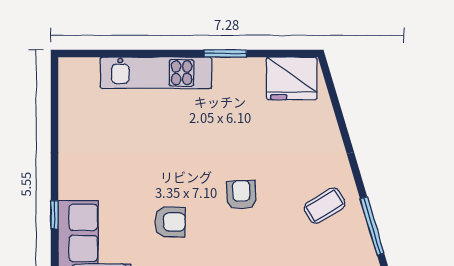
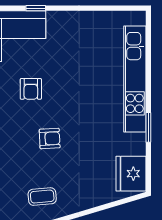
kitchen unit: (156, 73) -> (135, 79), width x1.36
coffee table: (325, 206) -> (42, 197), turned -64

